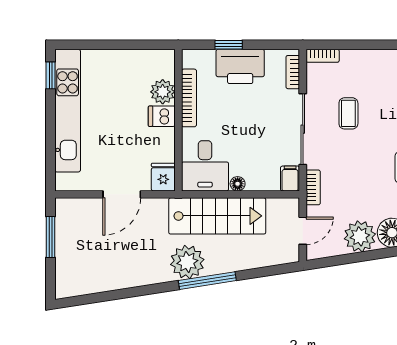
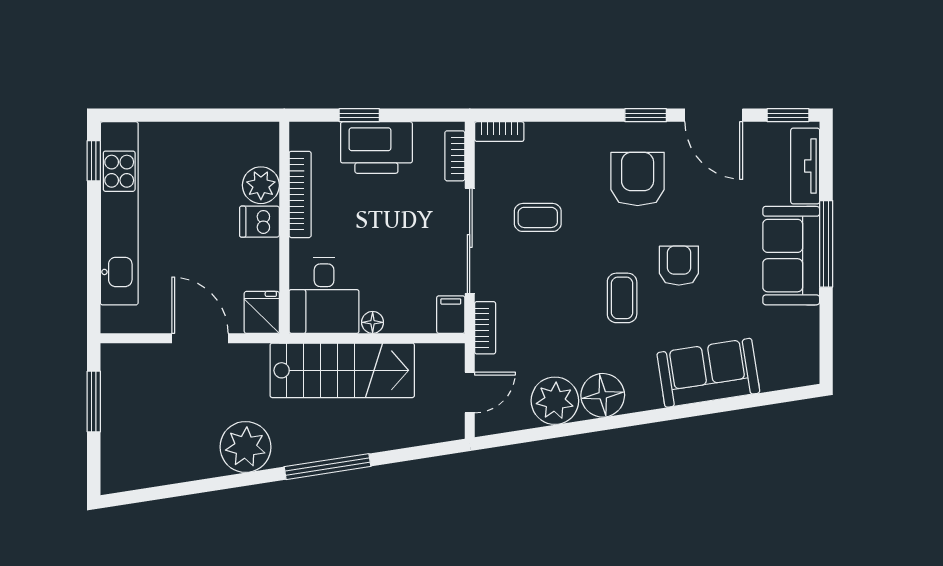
coffee table: (348, 113) -> (538, 217), turned 90
door: (122, 194) -> (200, 338), swing flipped
plant: (187, 262) -> (245, 447), moved

